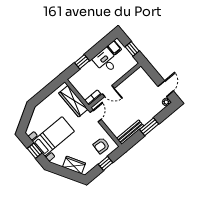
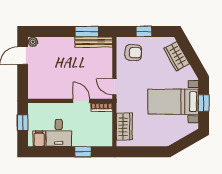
wardrobe: (73, 101) -> (124, 127), width x0.67
door: (96, 116) -> (114, 87), hinge flipped
window: (149, 127) -> (87, 32), moved

